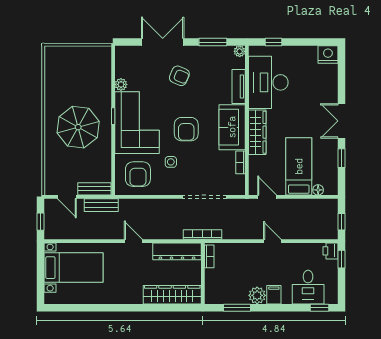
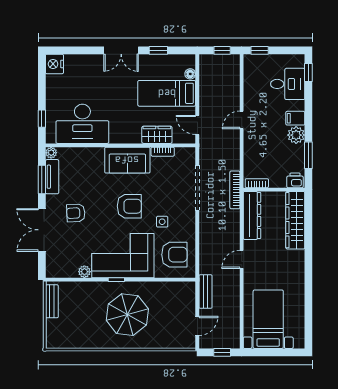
armchair: (179, 76) -> (76, 213), turned -116
tv unit: (239, 86) -> (52, 177), moved, turned -90
wardrobe: (257, 132) -> (157, 135), moved, width x0.67
bench: (94, 189) -> (52, 301), moved
door: (267, 197) -> (197, 125), hinge flipped
printer: (330, 251) -> (295, 180), moved, turned 180

